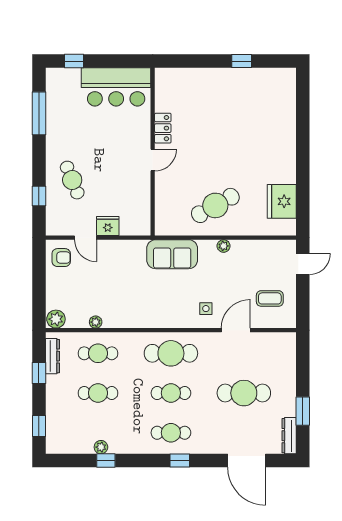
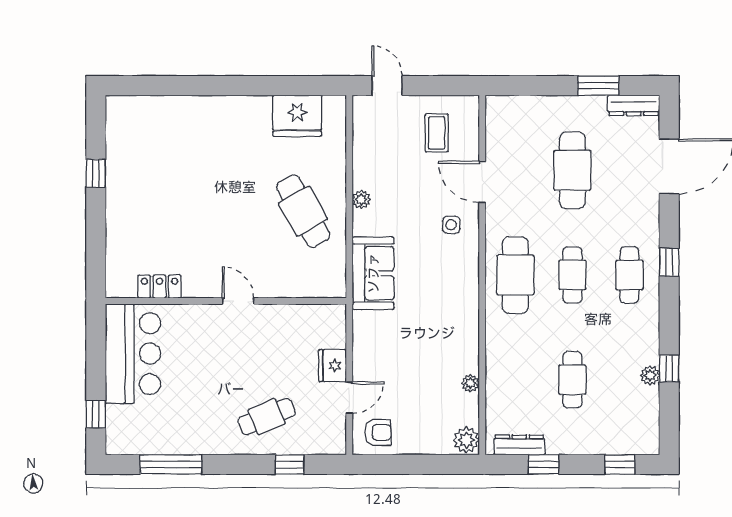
locker: (163, 128) -> (159, 287), moved
armchair: (61, 258) -> (378, 432), turned 90
cafe table: (98, 353) -> (515, 380), removed

